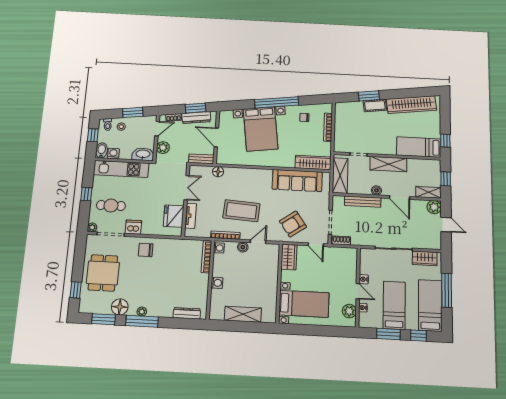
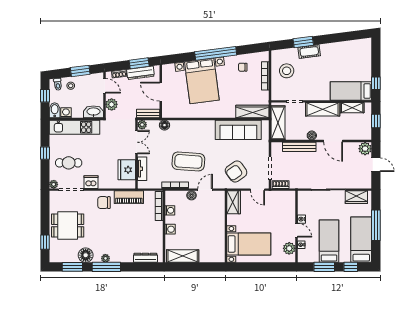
wardrobe: (411, 105) -> (344, 49), removed
stool: (351, 123) -> (287, 71), added
door: (157, 129) -> (105, 86), hinge flipped
plant: (194, 170) -> (142, 125), added
shelving: (428, 192) -> (352, 108), moved
piano: (174, 246) -> (129, 197), added
washing machine: (219, 248) -> (170, 210), moved
dining table: (103, 273) -> (68, 226), turned 90
shelving: (243, 314) -> (183, 256), moved

